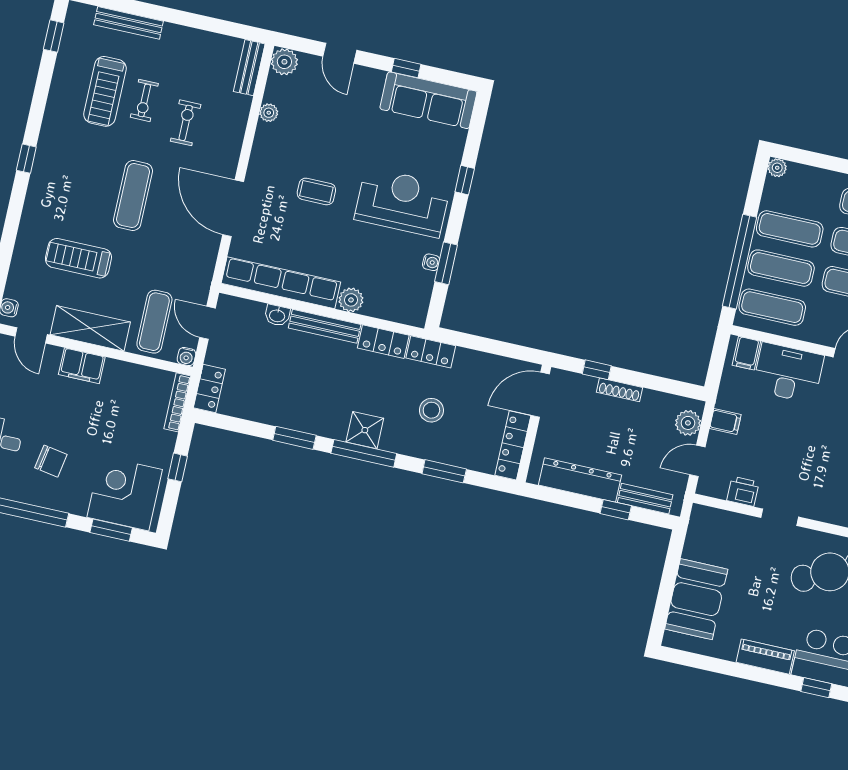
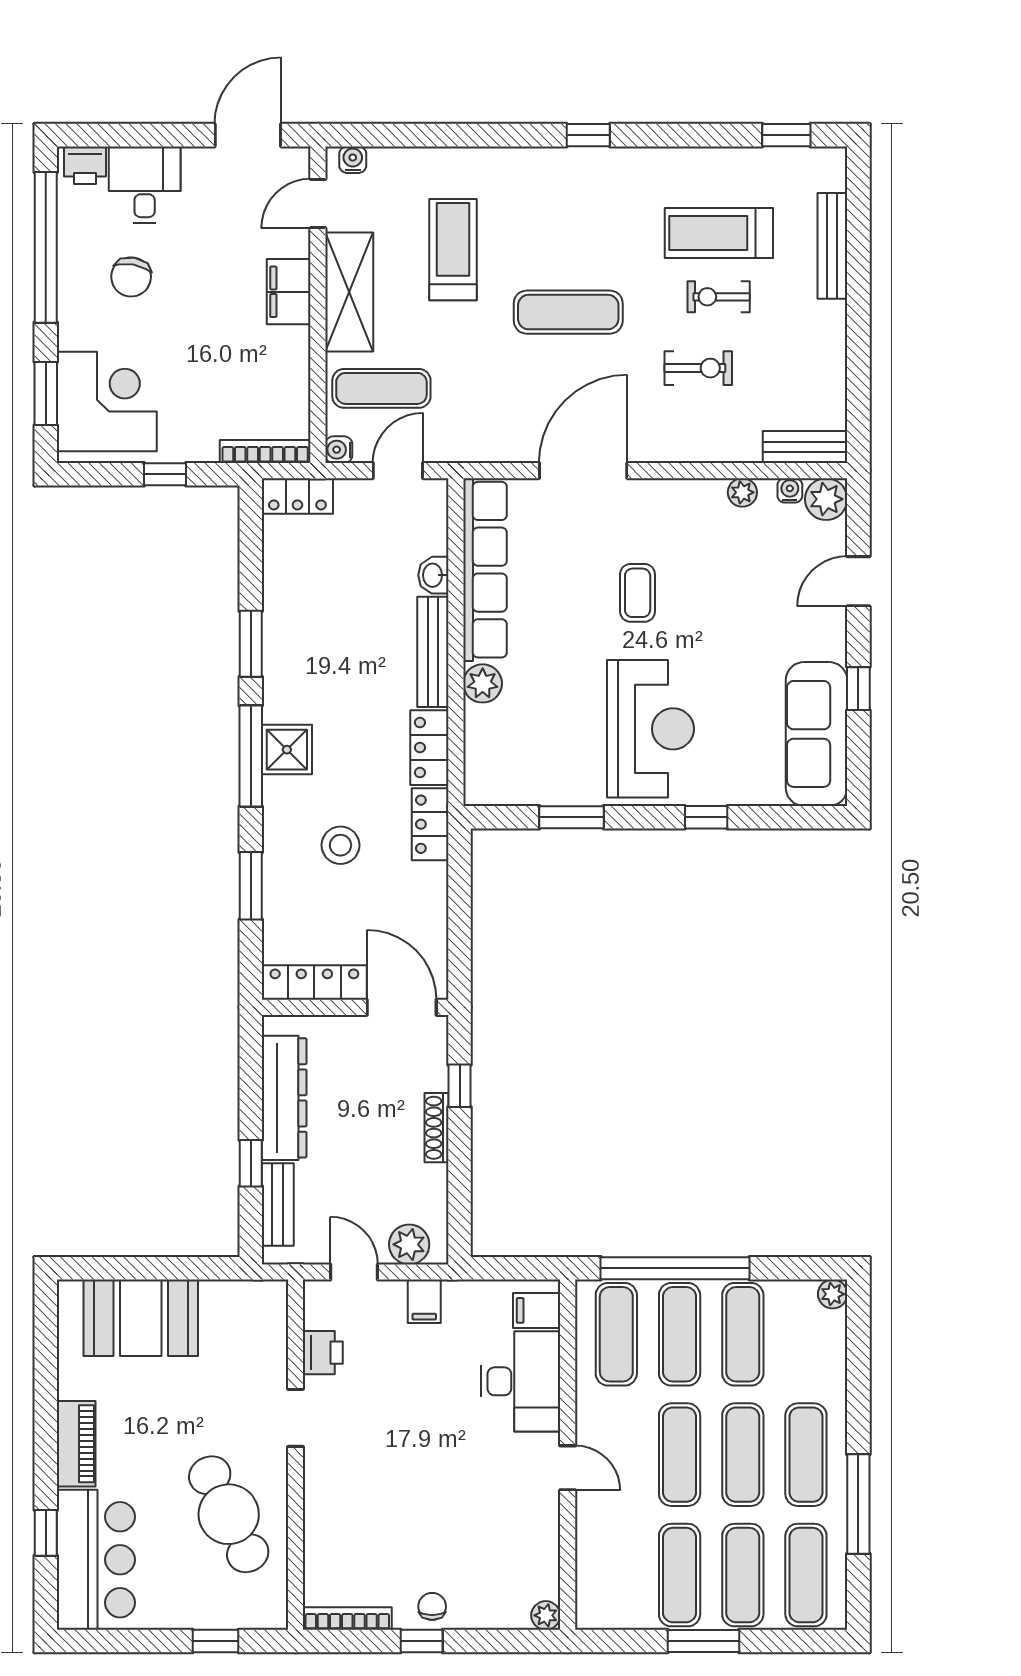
water cooler: (431, 262) -> (790, 490), moved, turned 180

